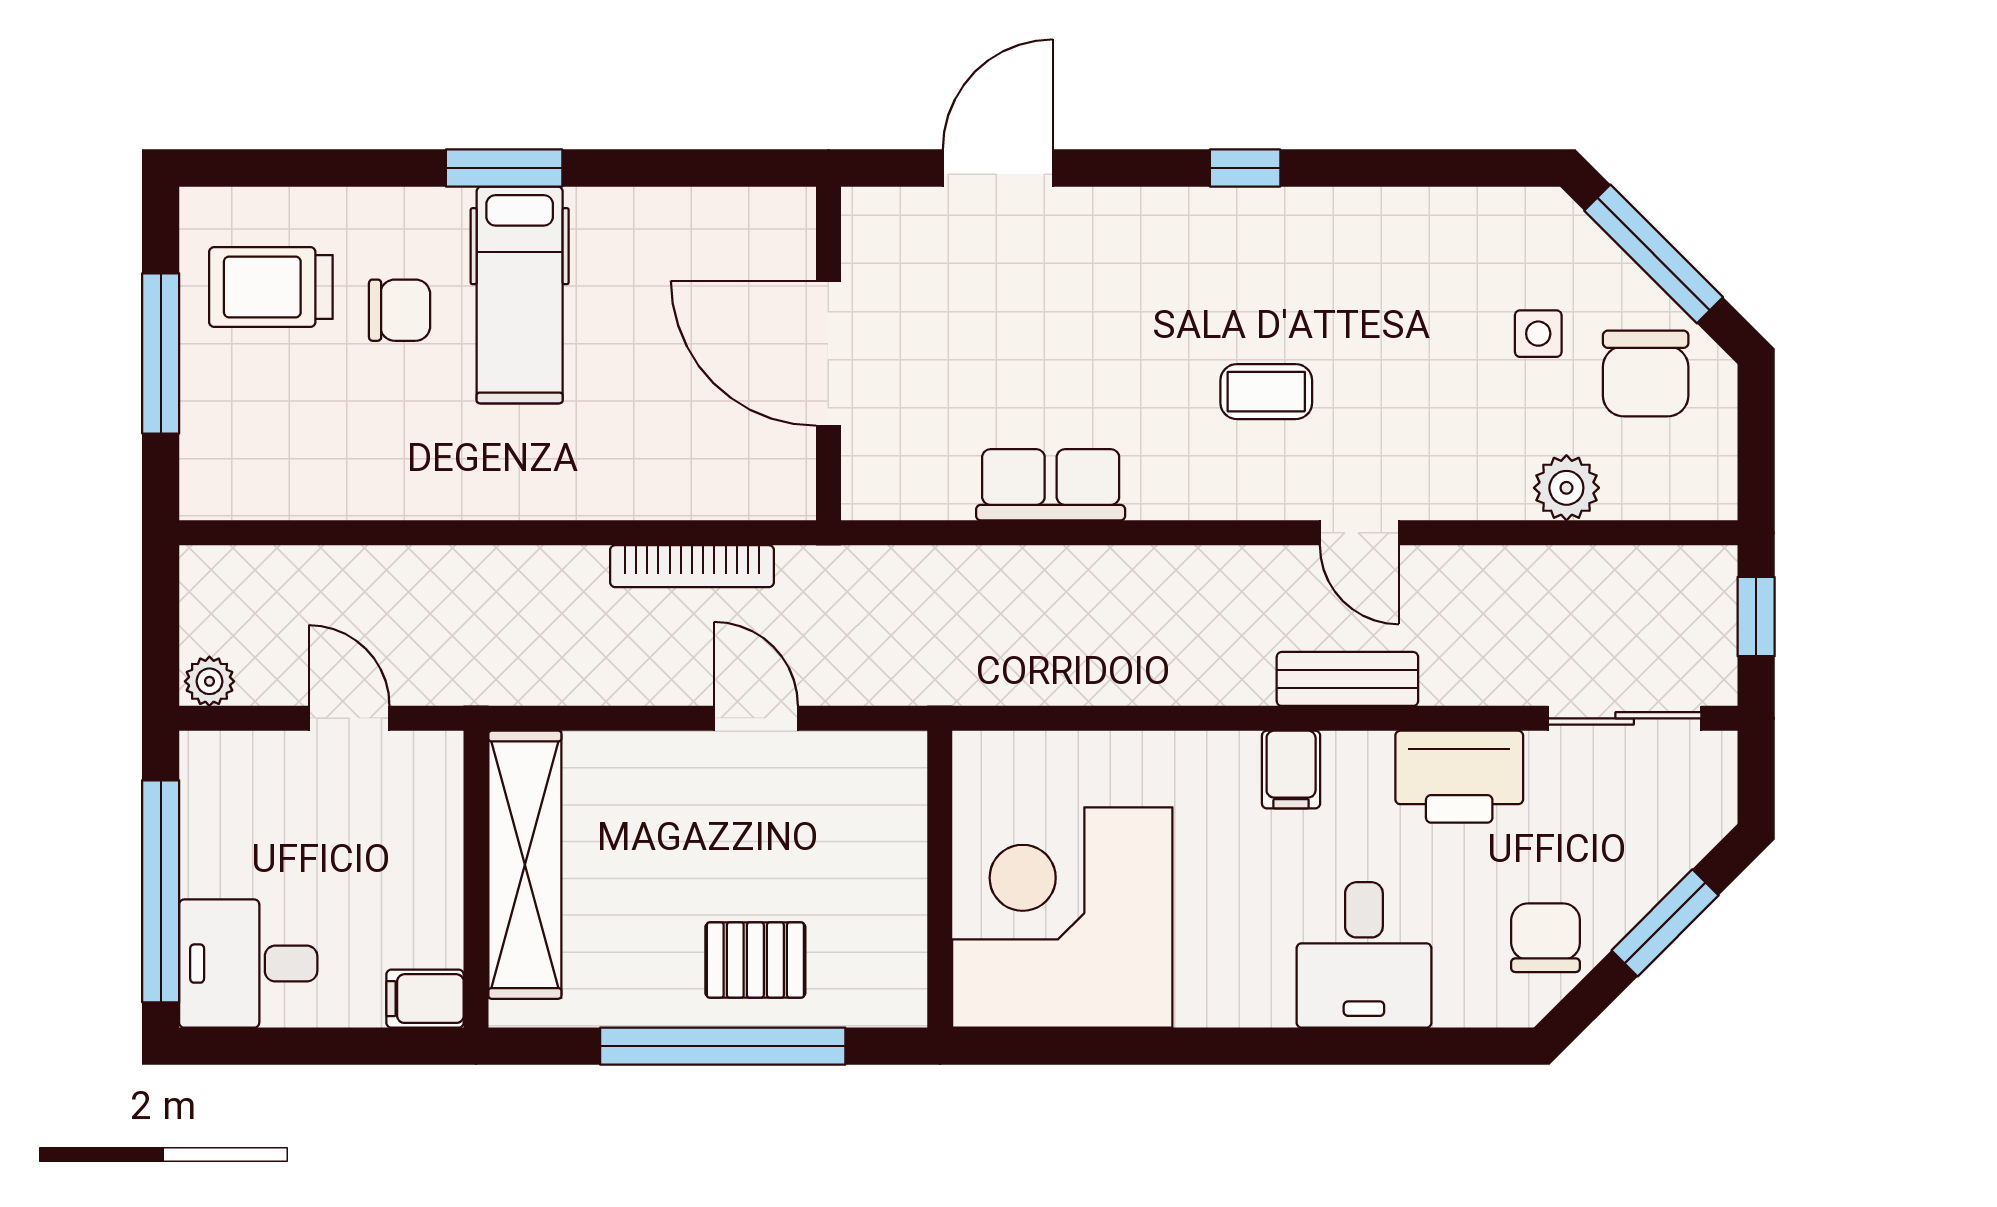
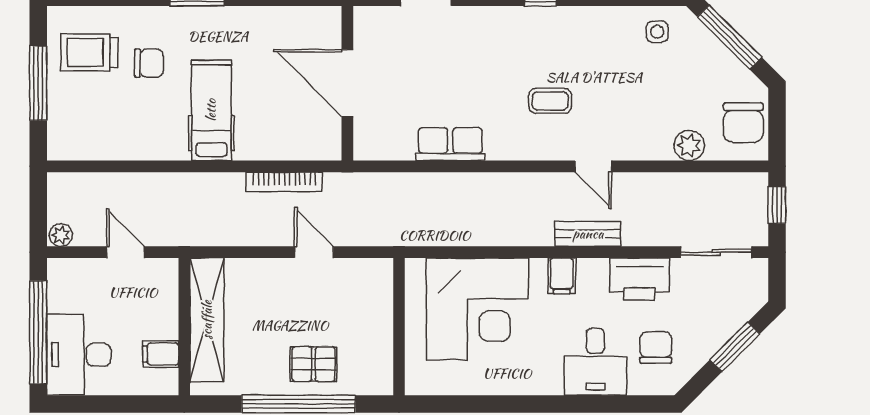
hospital bed: (520, 295) -> (211, 110), moved, turned 180
side table: (1538, 334) -> (657, 32), moved
chair: (1646, 374) -> (743, 123), moved
corner desk: (1062, 917) -> (477, 309), moved, turned 180
chair: (1546, 938) -> (656, 348), moved
desk: (248, 964) -> (79, 355), width x1.37
filing cabinet: (425, 999) -> (161, 354), moved

